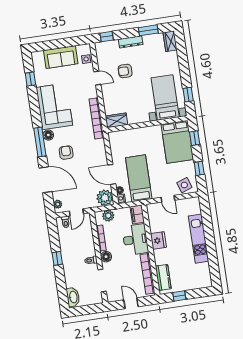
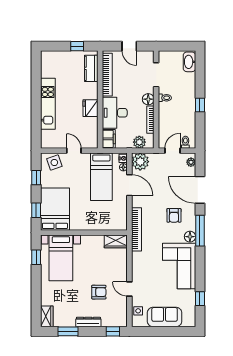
bookcase: (97, 118) -> (136, 229), moved

